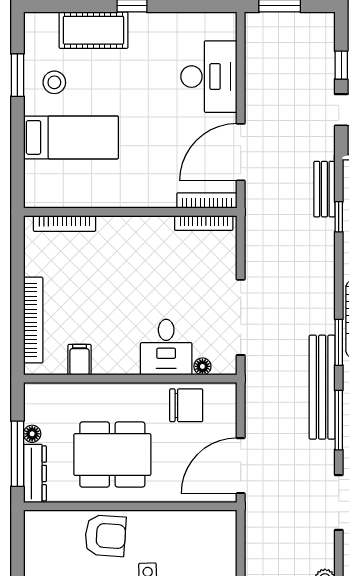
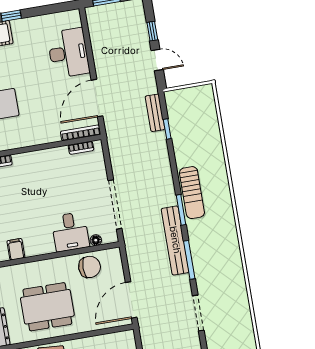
bookcase: (204, 223) -> (81, 148), width x0.64

